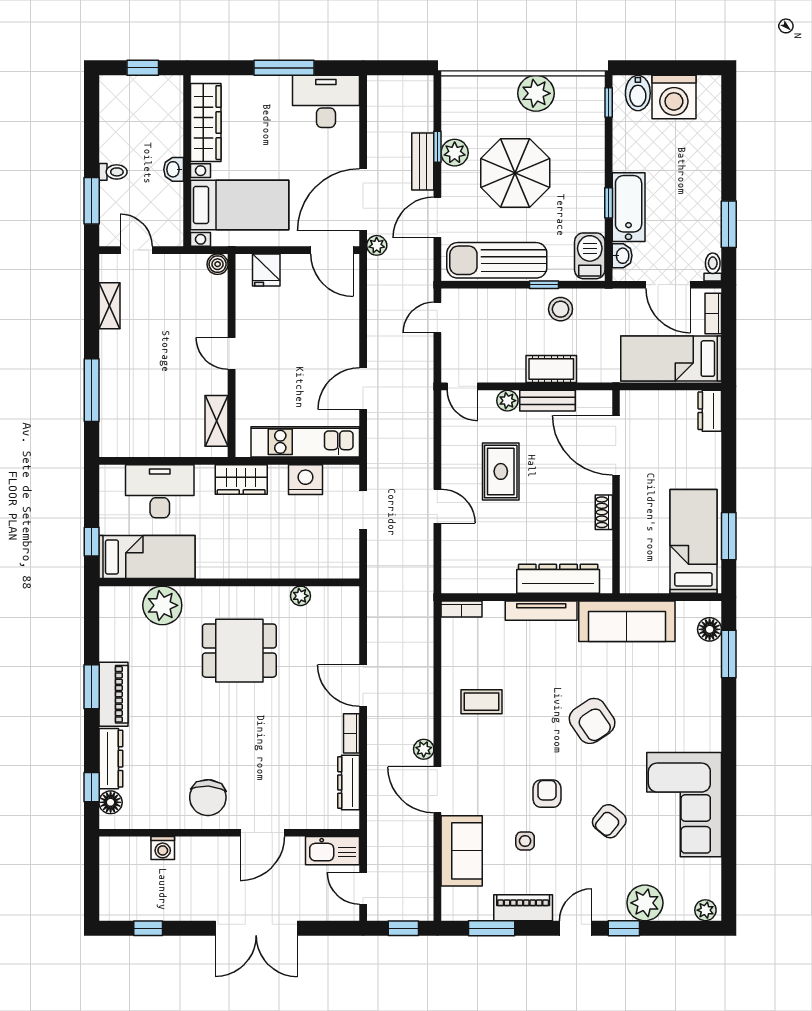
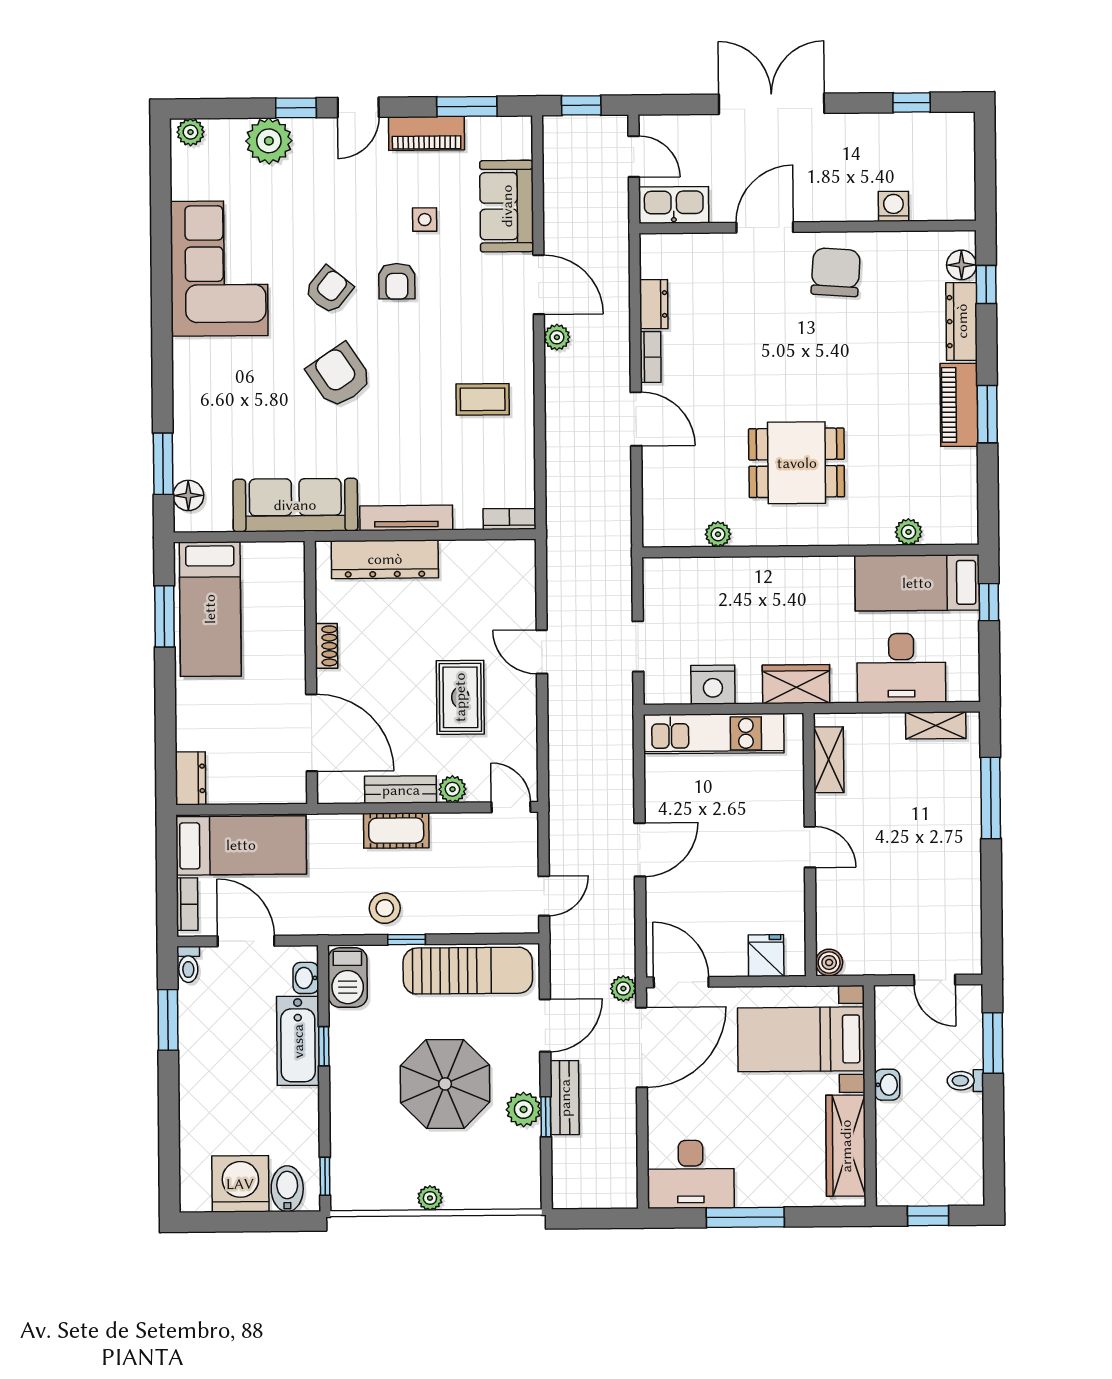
plant: (536, 93) -> (430, 1198), width x0.53, depth x0.53
shelving: (109, 306) -> (936, 725), moved, turned 90
door: (363, 389) -> (640, 850), moved
plant: (162, 605) -> (909, 532), width x0.53, depth x0.53
dresser: (349, 782) -> (654, 304), width x0.70
armchair: (609, 821) -> (329, 290), moved

